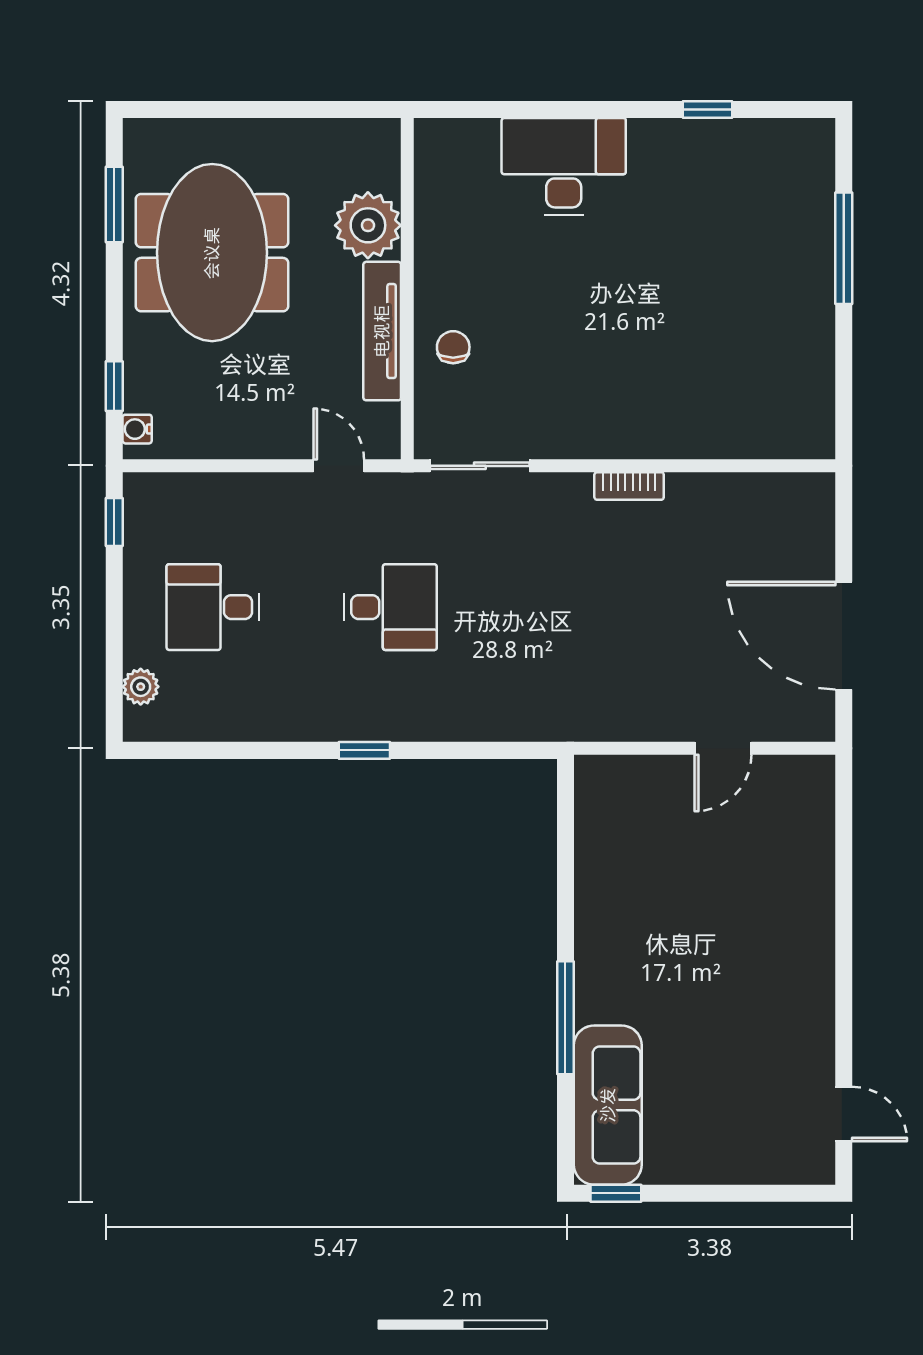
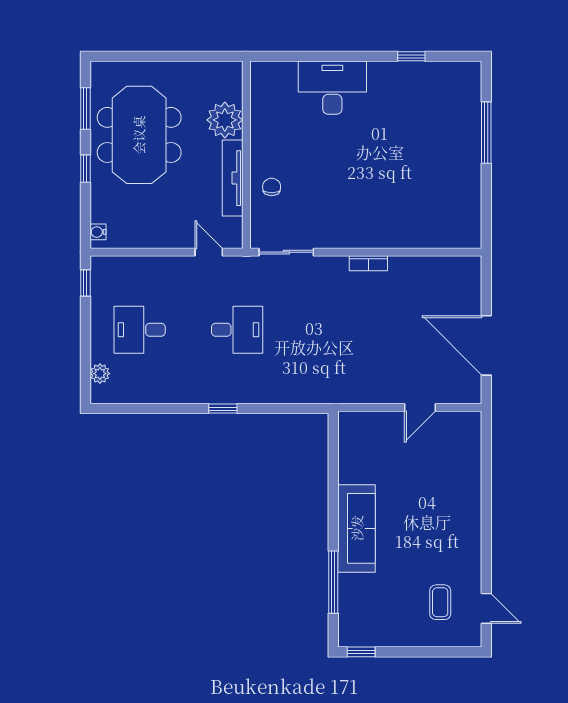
window: (114, 386) -> (85, 169), moved
window: (565, 1018) -> (333, 582), moved
coffee table: (760, 1103) -> (440, 602), added
sofa: (608, 1105) -> (357, 528), moved

